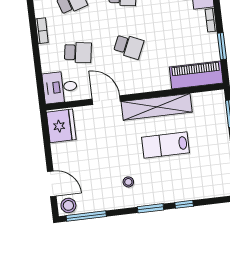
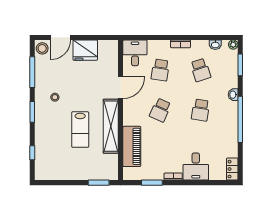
piano: (196, 75) -> (132, 146), moved
fridge: (61, 126) -> (85, 50), moved
lab bench: (165, 145) -> (80, 130), turned 180
window: (184, 204) -> (32, 153), moved
window: (86, 216) -> (32, 72), moved

